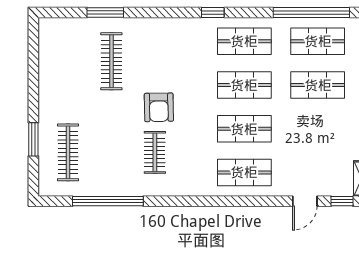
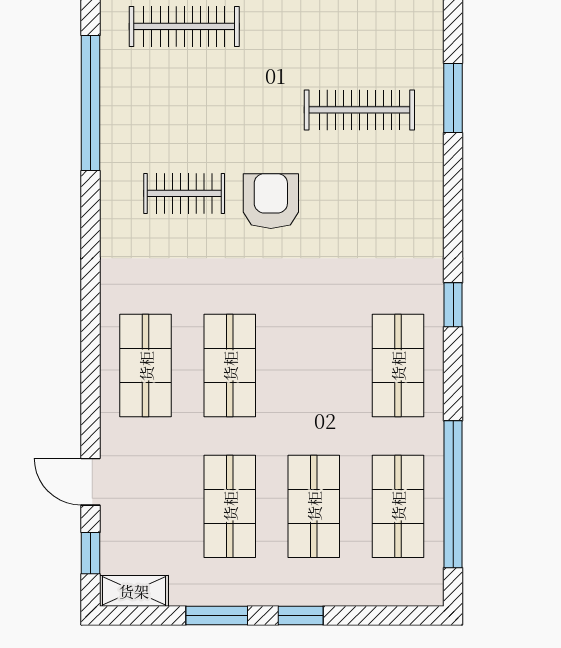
shop shelf: (244, 85) -> (230, 506), moved
armchair: (159, 107) -> (271, 201), turned 91

